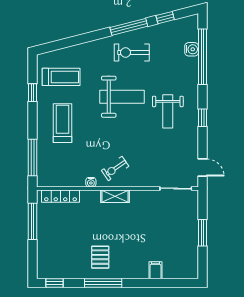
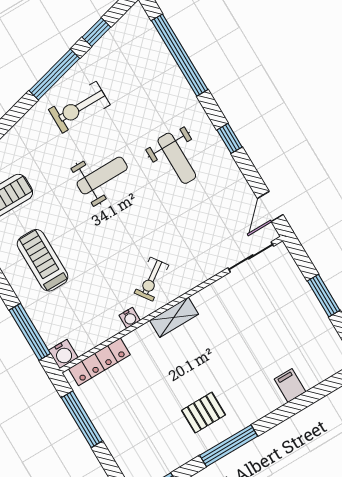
water cooler: (192, 49) -> (63, 354), moved, turned 90
weight bench: (122, 97) -> (102, 176), width x0.73, depth x0.75
door: (203, 168) -> (270, 207), swing flipped
pallet: (100, 257) -> (204, 413), turned 90

